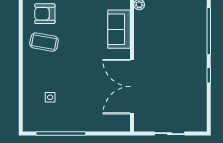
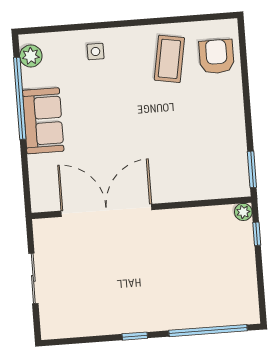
sofa: (119, 29) -> (43, 121), moved, turned 90
side table: (50, 97) -> (95, 51), moved
plant: (36, 125) -> (31, 56), added

